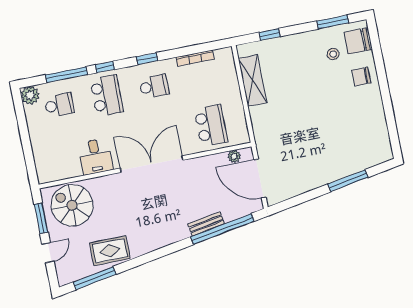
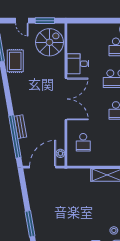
school desk: (211, 126) -> (83, 142), width x0.54

